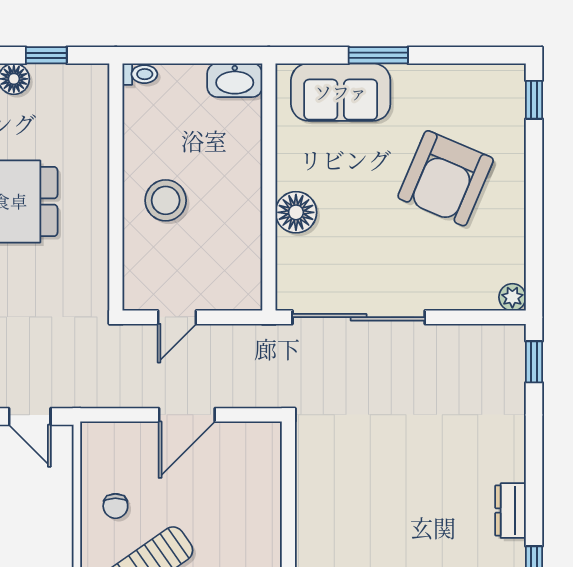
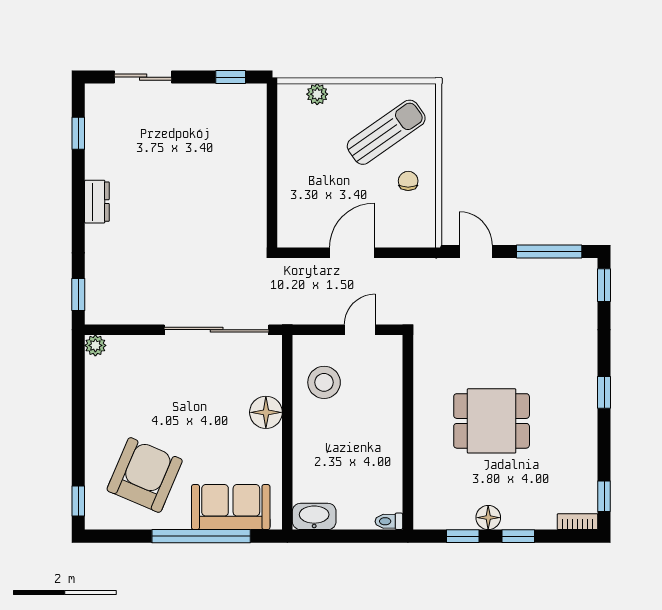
window: (378, 55) -> (201, 536), width x2.11
armchair: (446, 178) -> (145, 475), moved
stool: (166, 200) -> (324, 382), moved
dresser: (511, 511) -> (97, 202), moved

